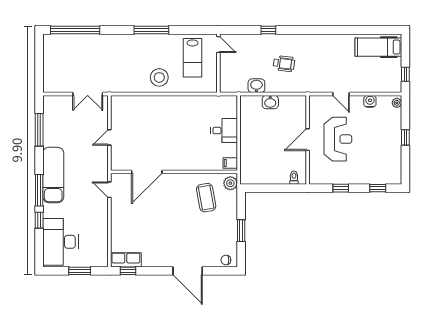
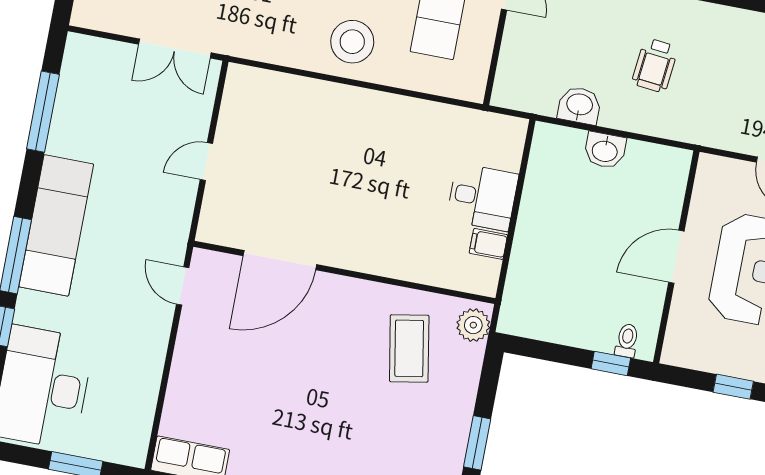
wheelchair: (284, 64) -> (655, 65), turned 89
filing cabinet: (230, 163) -> (488, 244), moved
window: (289, 188) -> (611, 363), added

